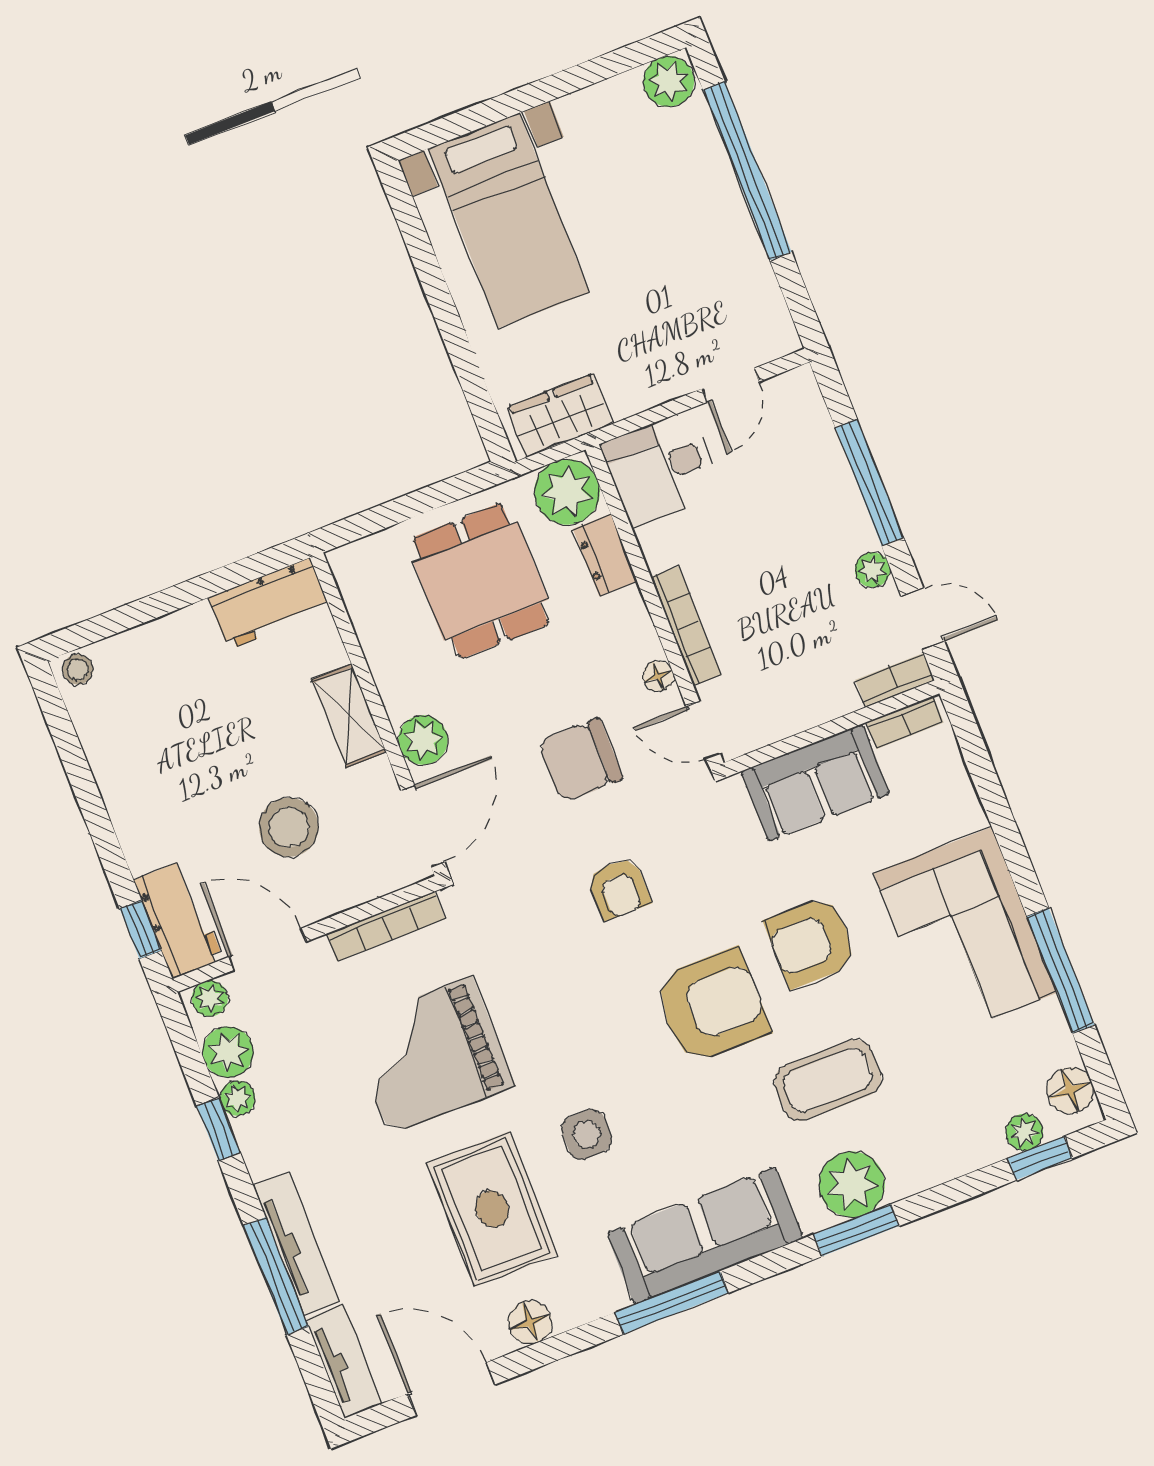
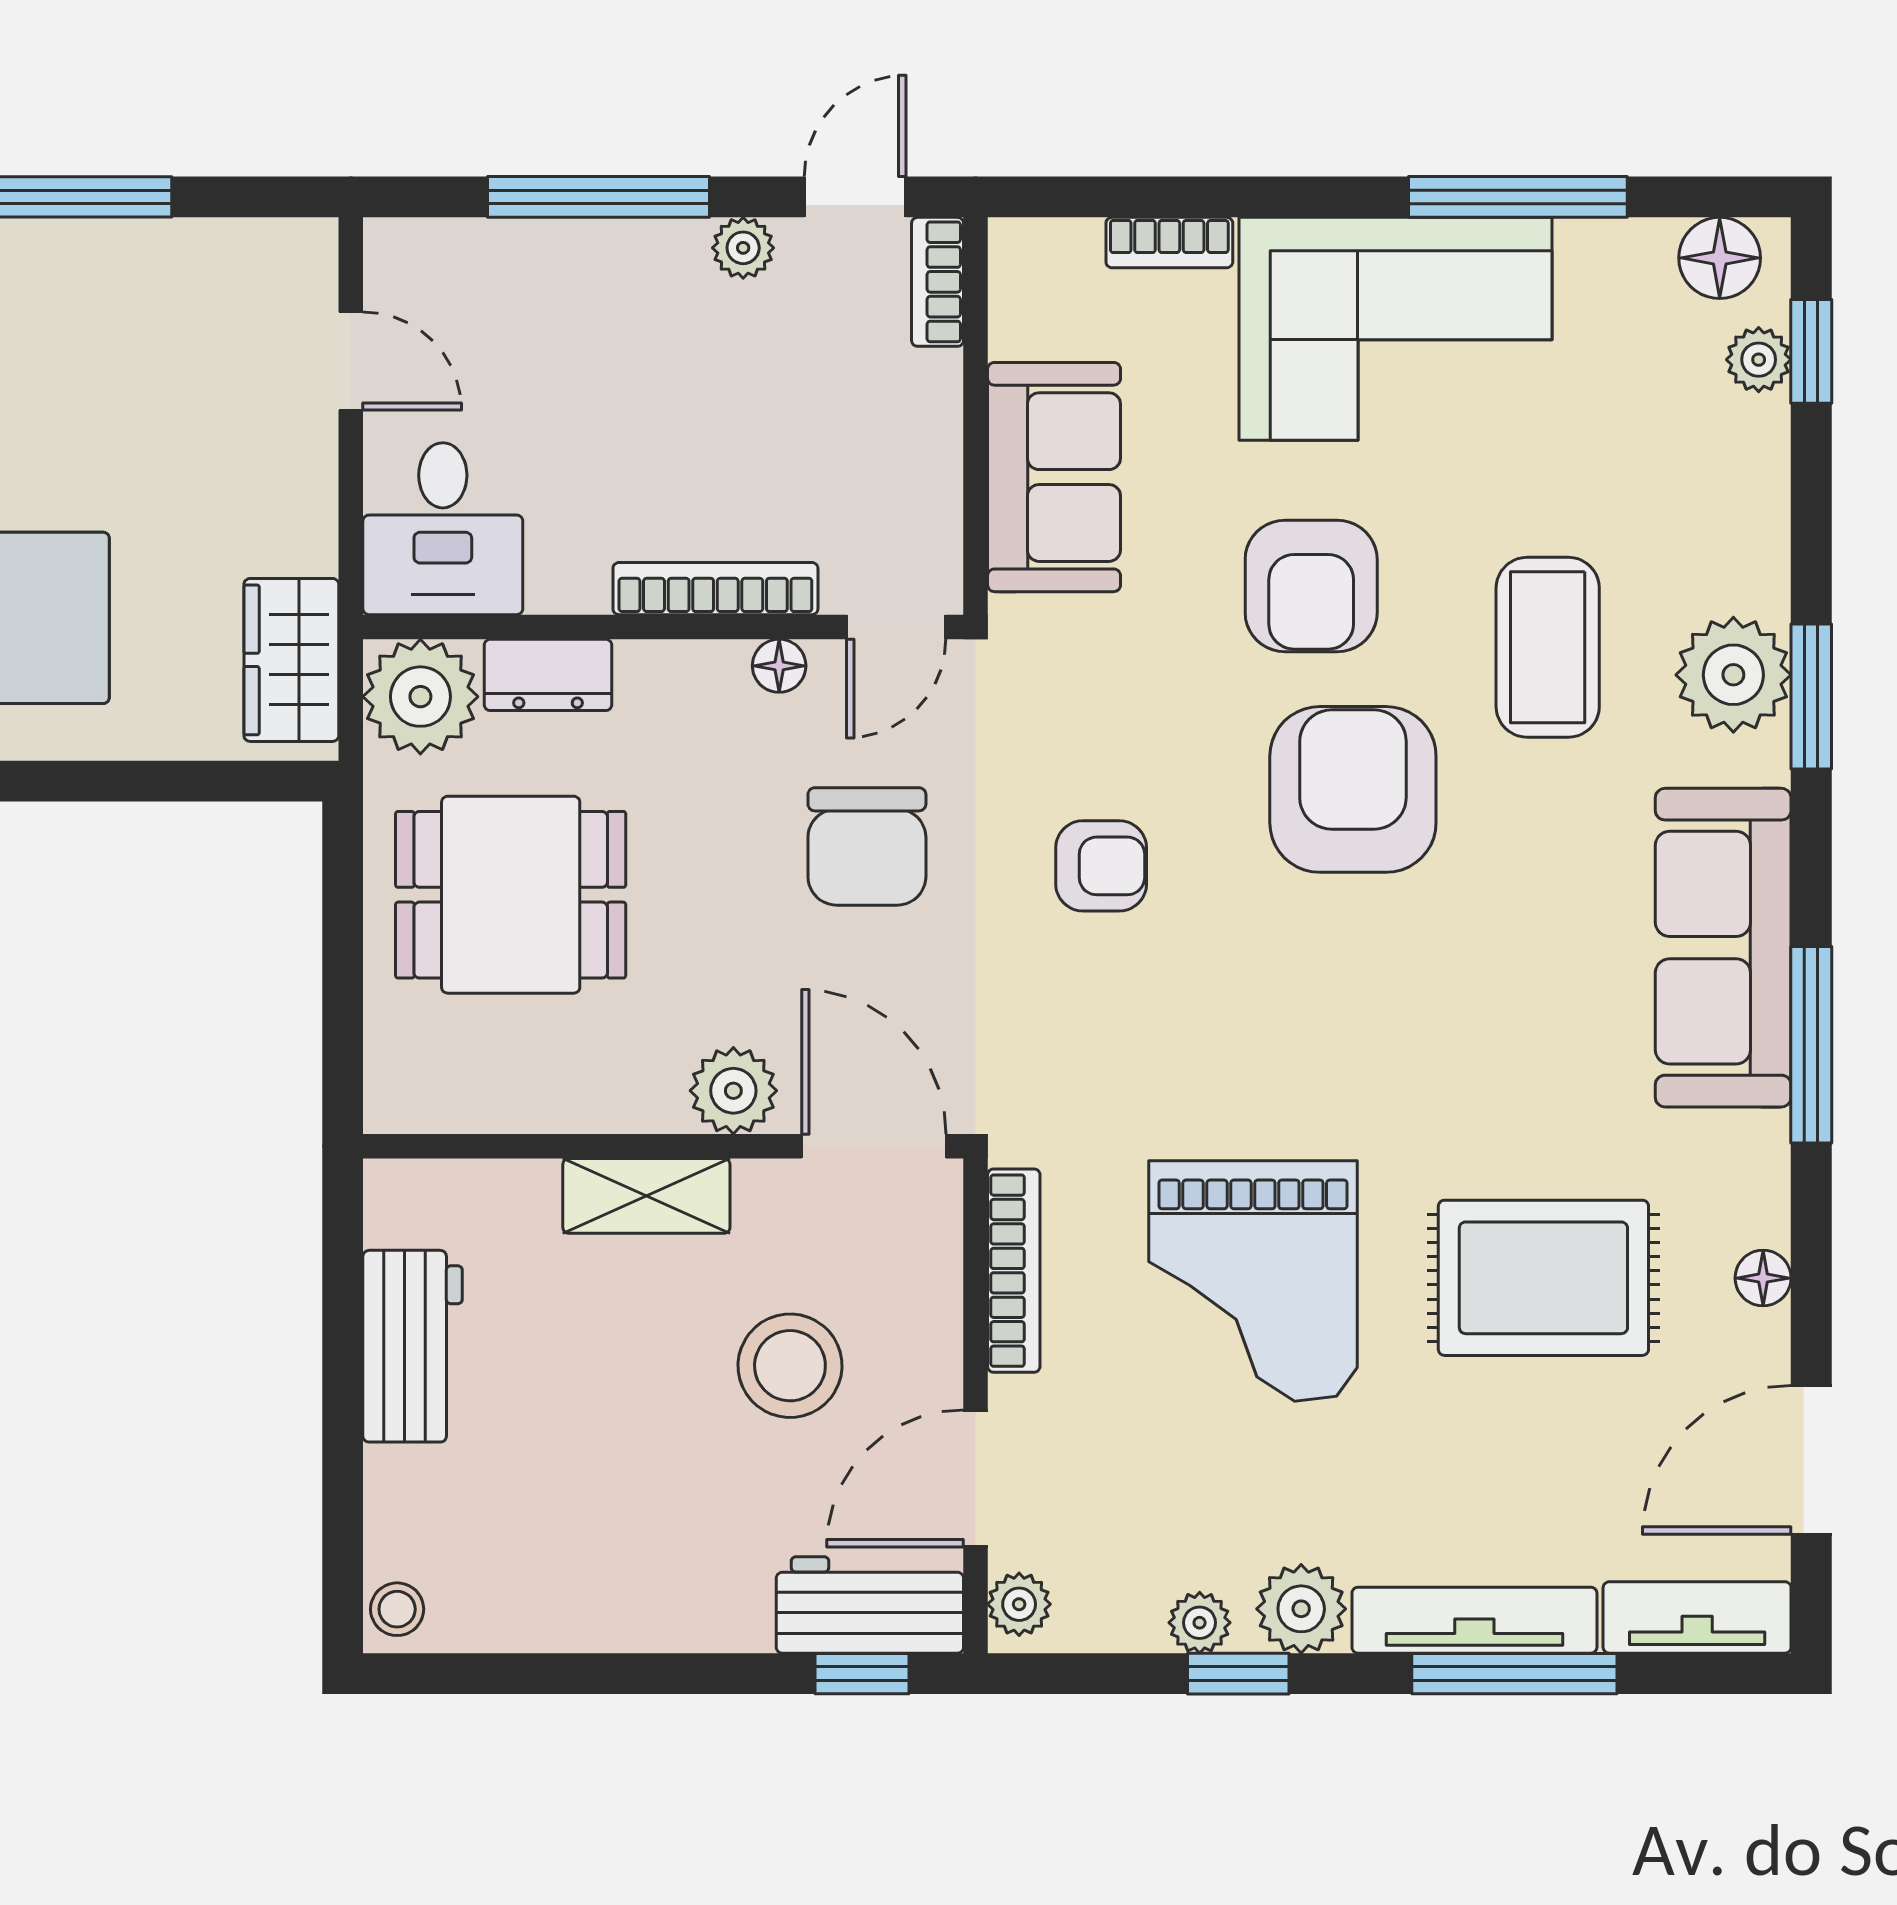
workbench: (269, 604) -> (413, 1346), moved
bookcase: (905, 722) -> (1169, 243), moved, turned 90
plant: (228, 1052) -> (1301, 1609), moved
side table: (587, 1134) -> (1482, 1076), removed
floor lamp: (530, 1322) -> (1763, 1278), width x0.73, depth x0.73

